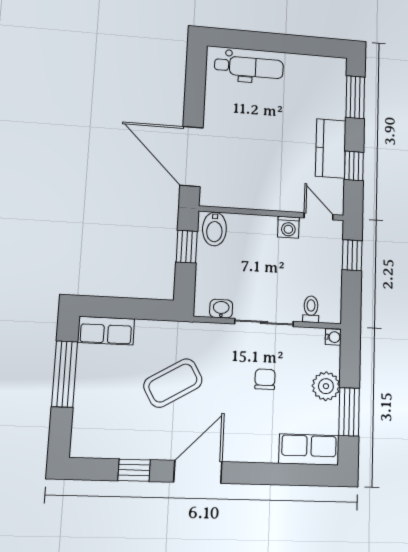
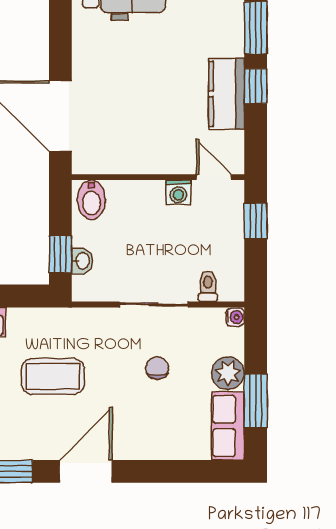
window: (354, 166) -> (256, 86), moved
window: (187, 247) -> (60, 254), moved
washbasin: (221, 309) -> (82, 261), moved, turned 90
coffee table: (173, 383) -> (53, 376), turned 30
row of seats: (309, 449) -> (228, 426), moved, turned -90

